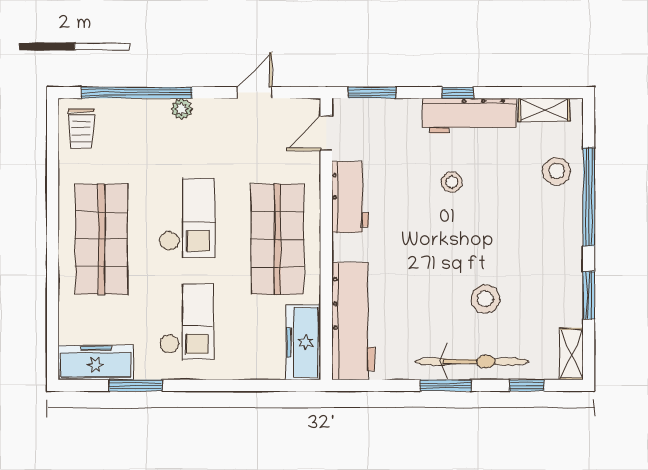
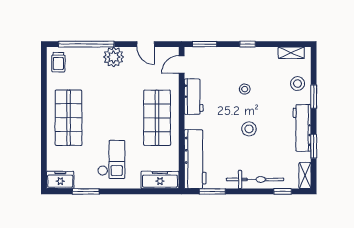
door: (255, 93) -> (146, 44), swing flipped
plant: (182, 109) -> (114, 57), width x1.88, depth x1.88
workbench: (469, 116) -> (302, 128), moved, turned 90
window: (589, 197) -> (314, 97), width x0.47
checkout: (187, 218) -> (112, 107), removed
stool: (485, 299) -> (249, 129), moved
freezer: (303, 342) -> (160, 180), moved, turned 90
freezer: (96, 362) -> (60, 180), width x0.71
window: (446, 385) -> (212, 191), moved

